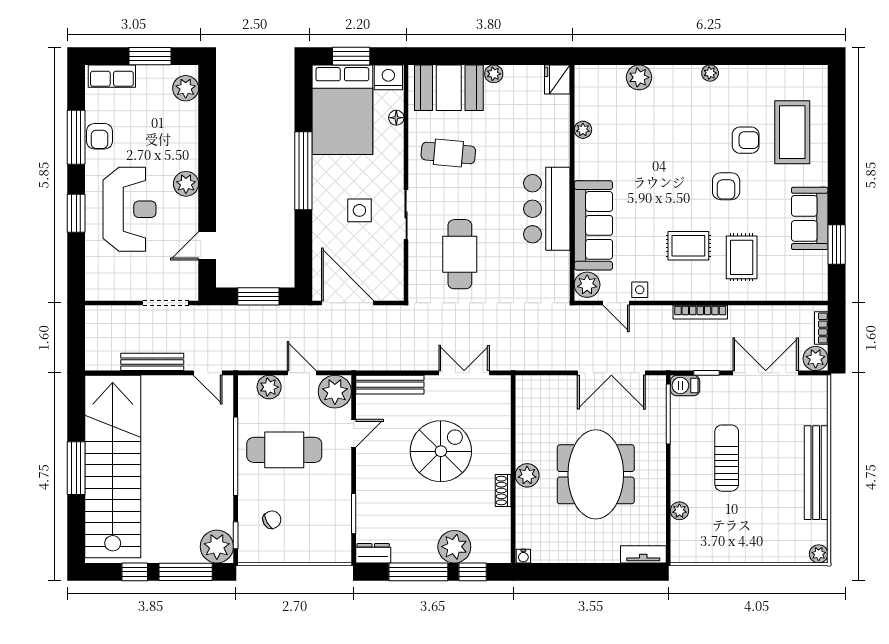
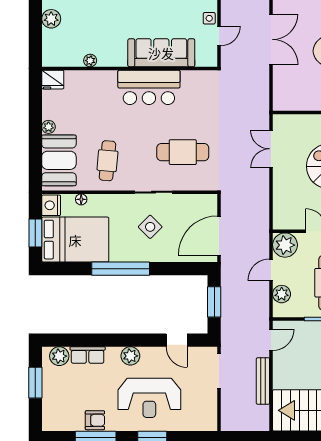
row of seats: (112, 76) -> (88, 355), moved, turned 90
reception desk: (130, 209) -> (149, 398), turned 180
side table: (359, 210) -> (150, 227), turned 45
plant: (587, 285) -> (205, 57), removed
bench: (390, 385) -> (280, 204), removed

